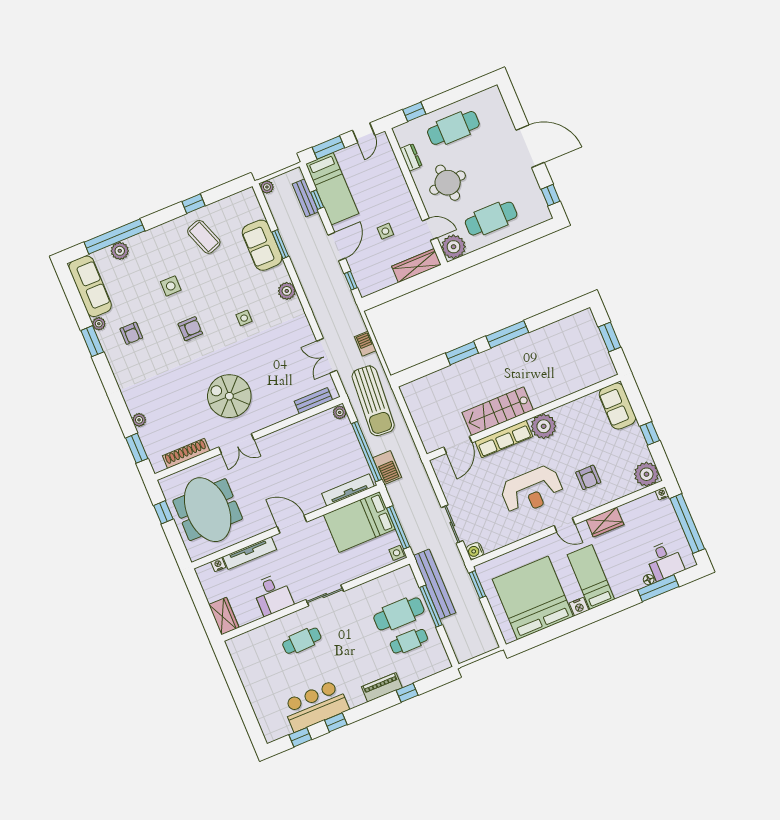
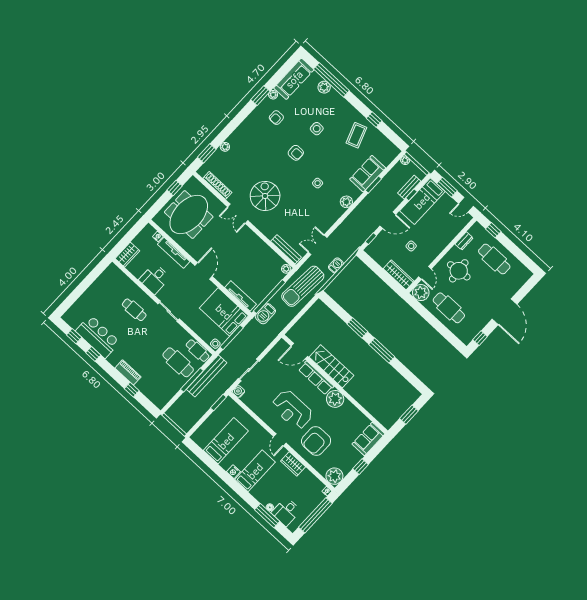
bench: (313, 401) -> (286, 249), width x1.36
armchair: (588, 477) -> (316, 441), width x1.88, depth x1.88
bed: (533, 598) -> (226, 441), width x0.49
cafe table: (409, 641) -> (198, 351), moved

